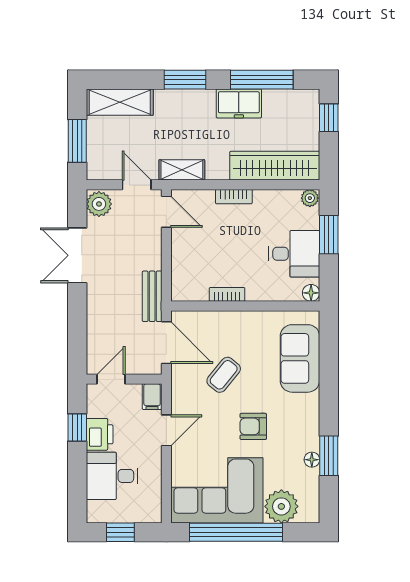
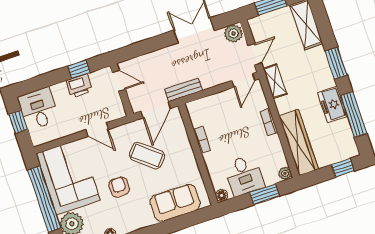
coffee table: (224, 375) -> (147, 155), width x1.36, depth x1.30
filing cabinet: (152, 397) -> (116, 112), removed
desk: (112, 476) -> (38, 109), moved

